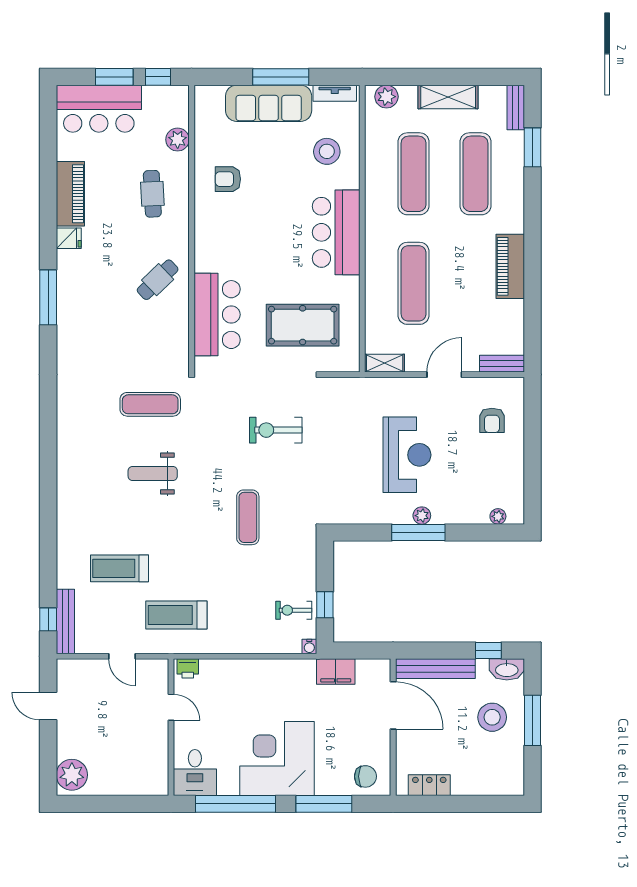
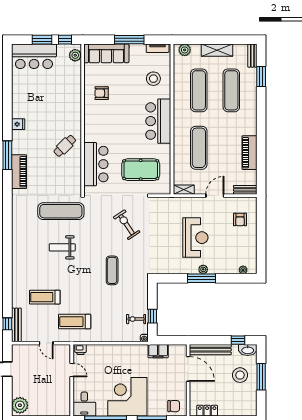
sofa: (269, 103) -> (106, 53), moved
plant: (178, 140) -> (75, 55), moved
piano: (70, 194) -> (19, 172), moved
cafe table: (152, 194) -> (62, 101), removed
piano: (510, 266) -> (250, 153), moved
exercise mat: (150, 404) -> (61, 211), width x1.36, depth x1.45
exercise bike: (276, 430) -> (127, 225), turned 56

